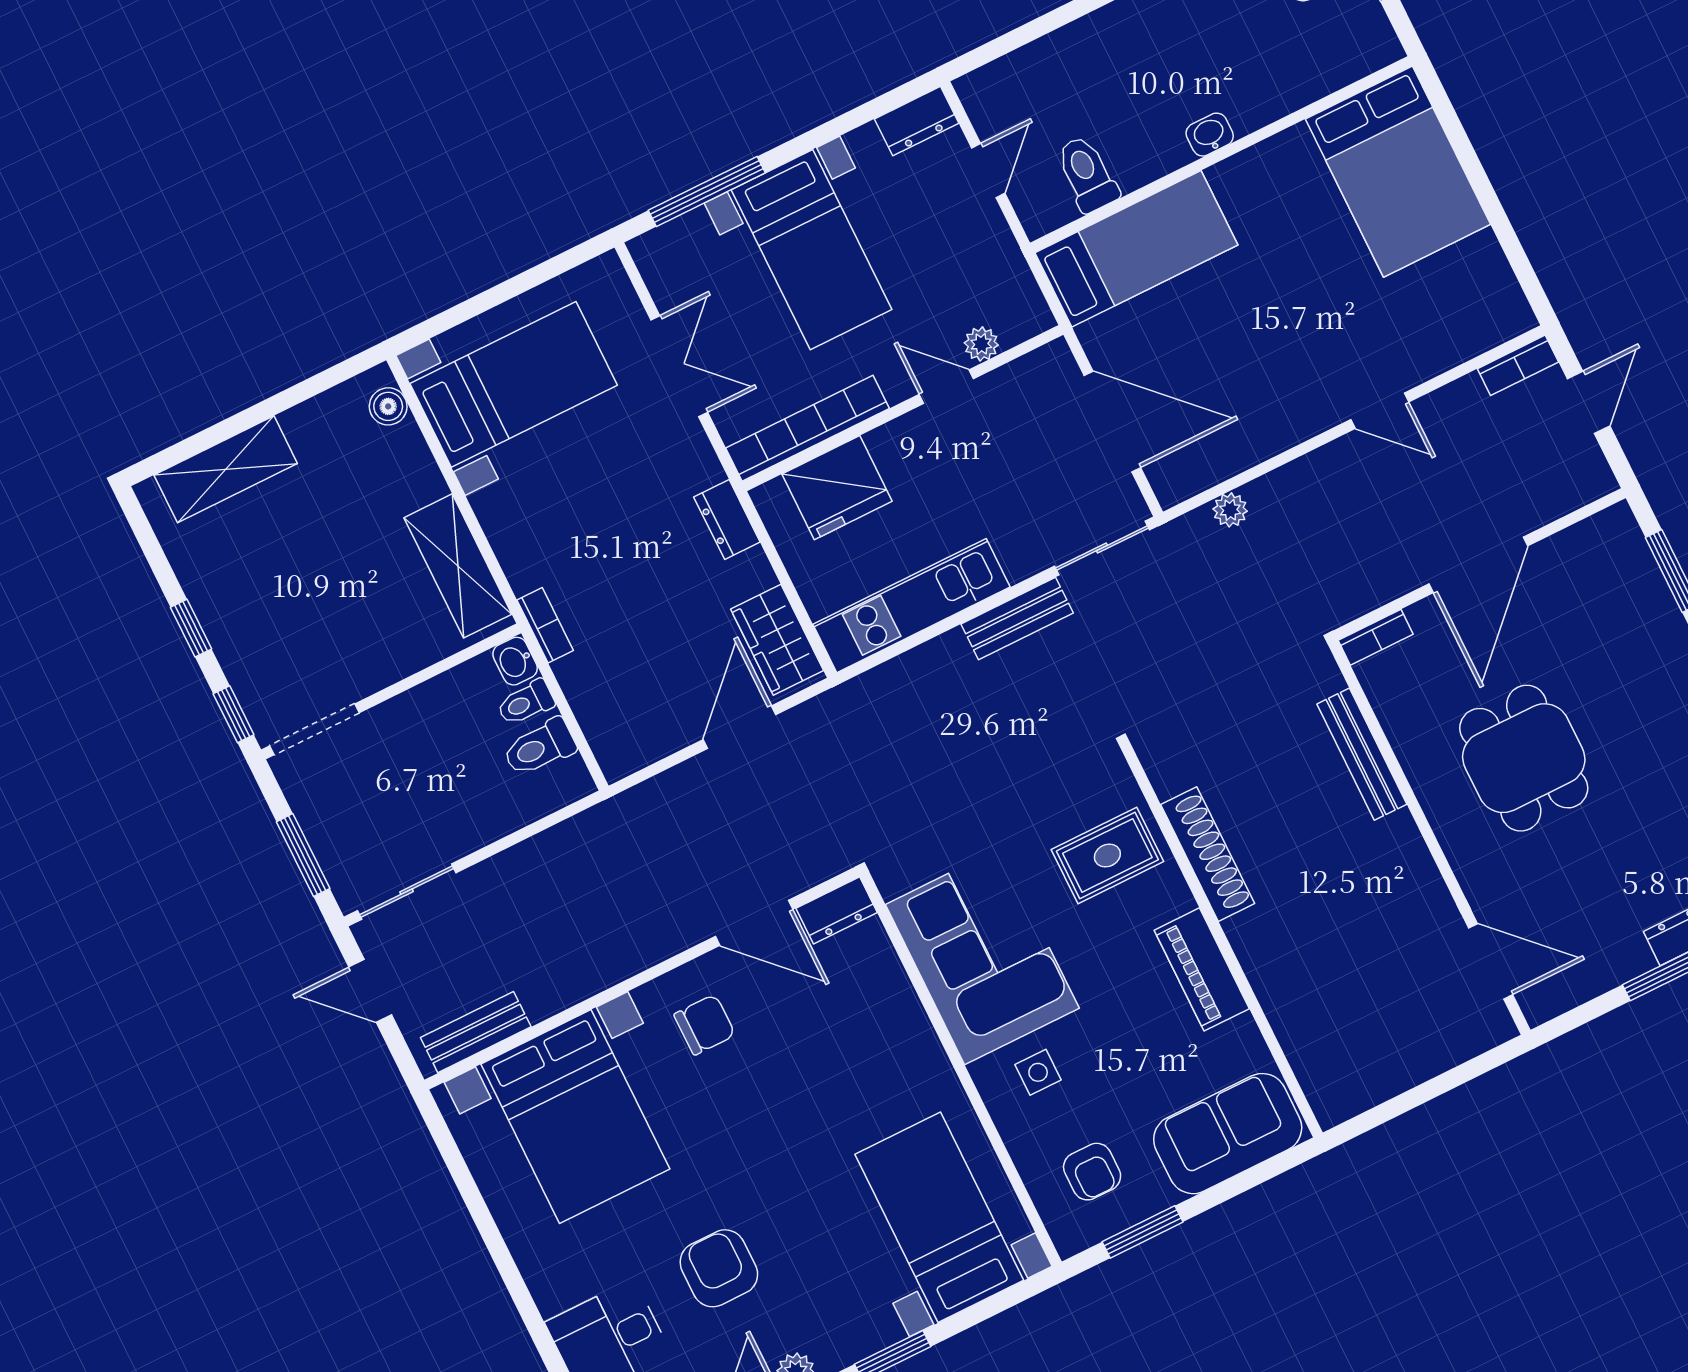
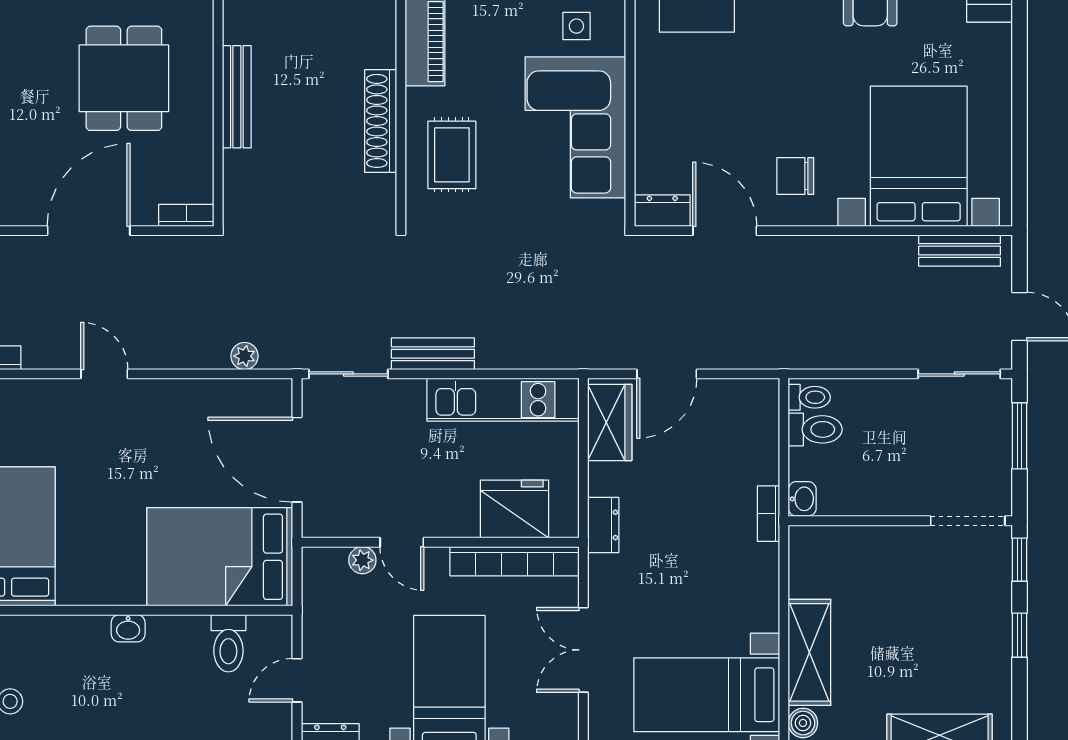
bed: (1136, 249) -> (220, 557), width x1.50
shelving: (458, 566) -> (809, 652), moved
toilet: (526, 703) -> (809, 397), moved
bench: (1362, 754) -> (237, 97), moved
rug: (1107, 855) -> (452, 155), turned 90

